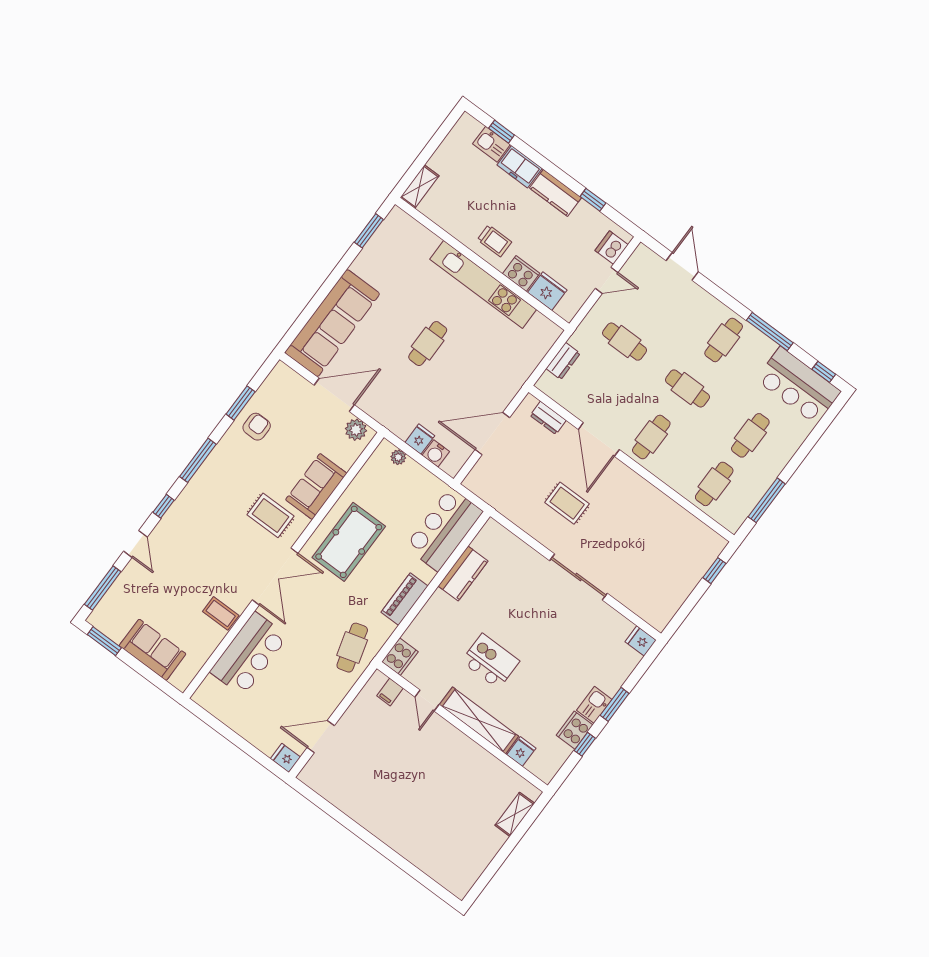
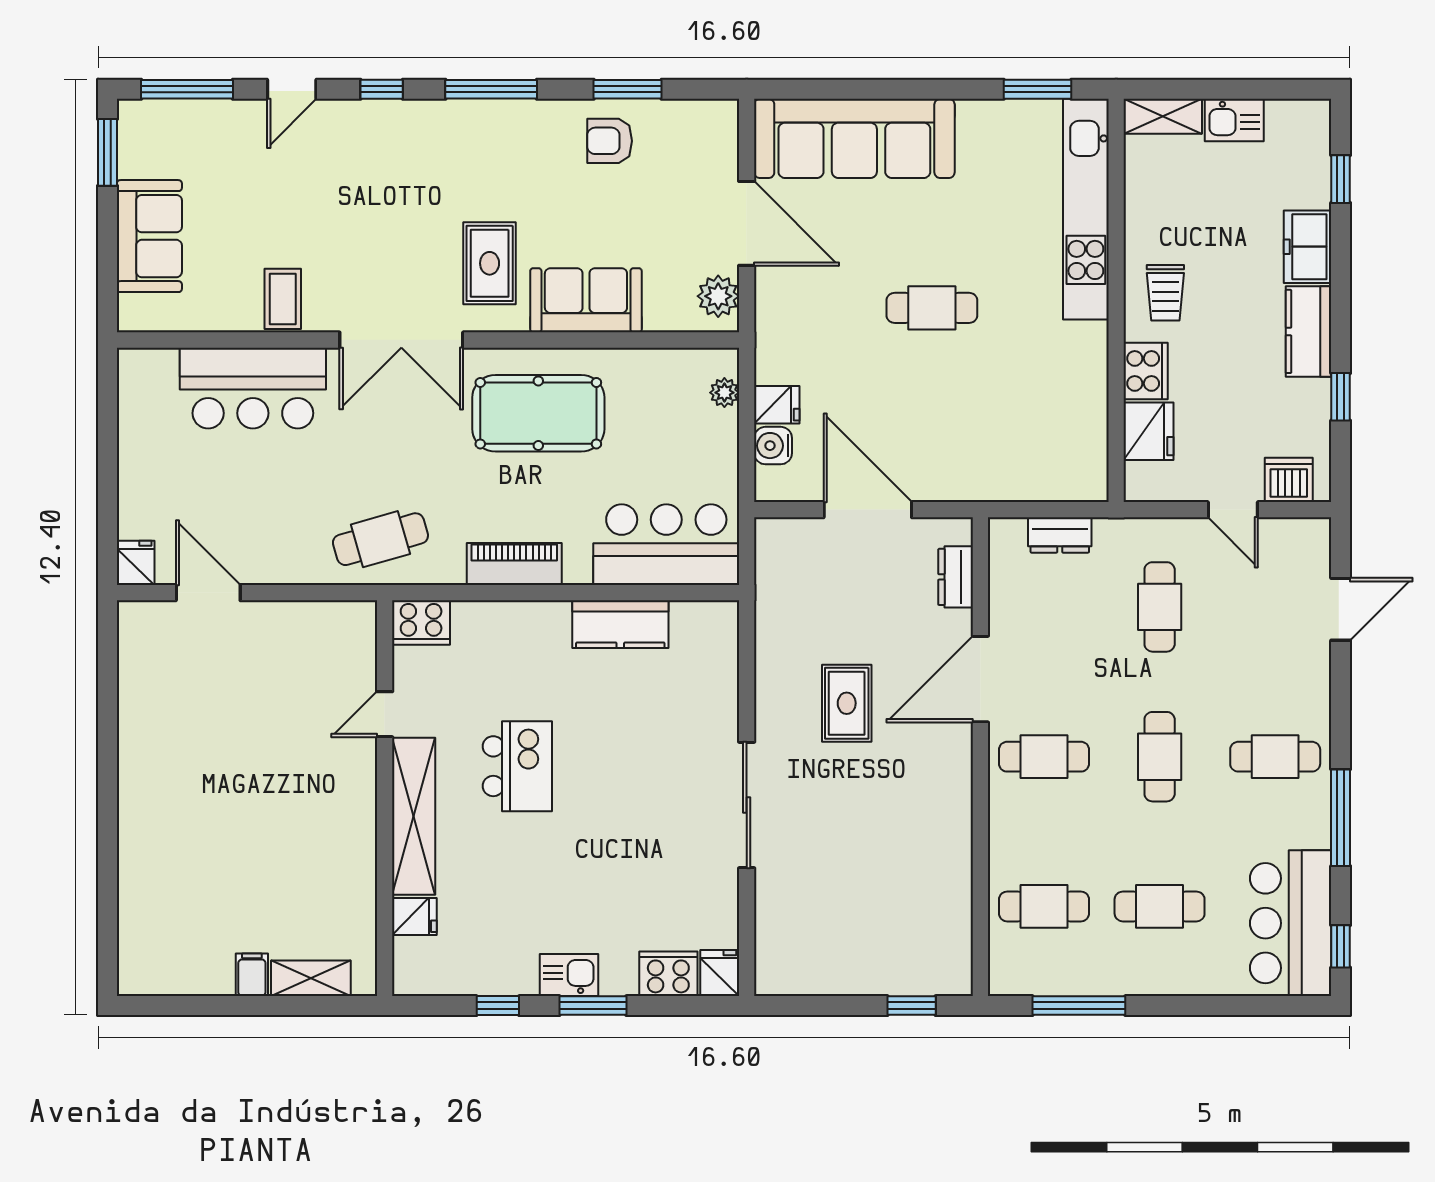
kitchen sink: (491, 144) -> (1234, 120), moved, turned -90
kitchen unit: (483, 284) -> (1086, 209), moved
armchair: (257, 427) -> (610, 141), turned 180
filing cabinet: (390, 692) -> (252, 975), moved, turned 90
cooker: (575, 730) -> (668, 974), moved

